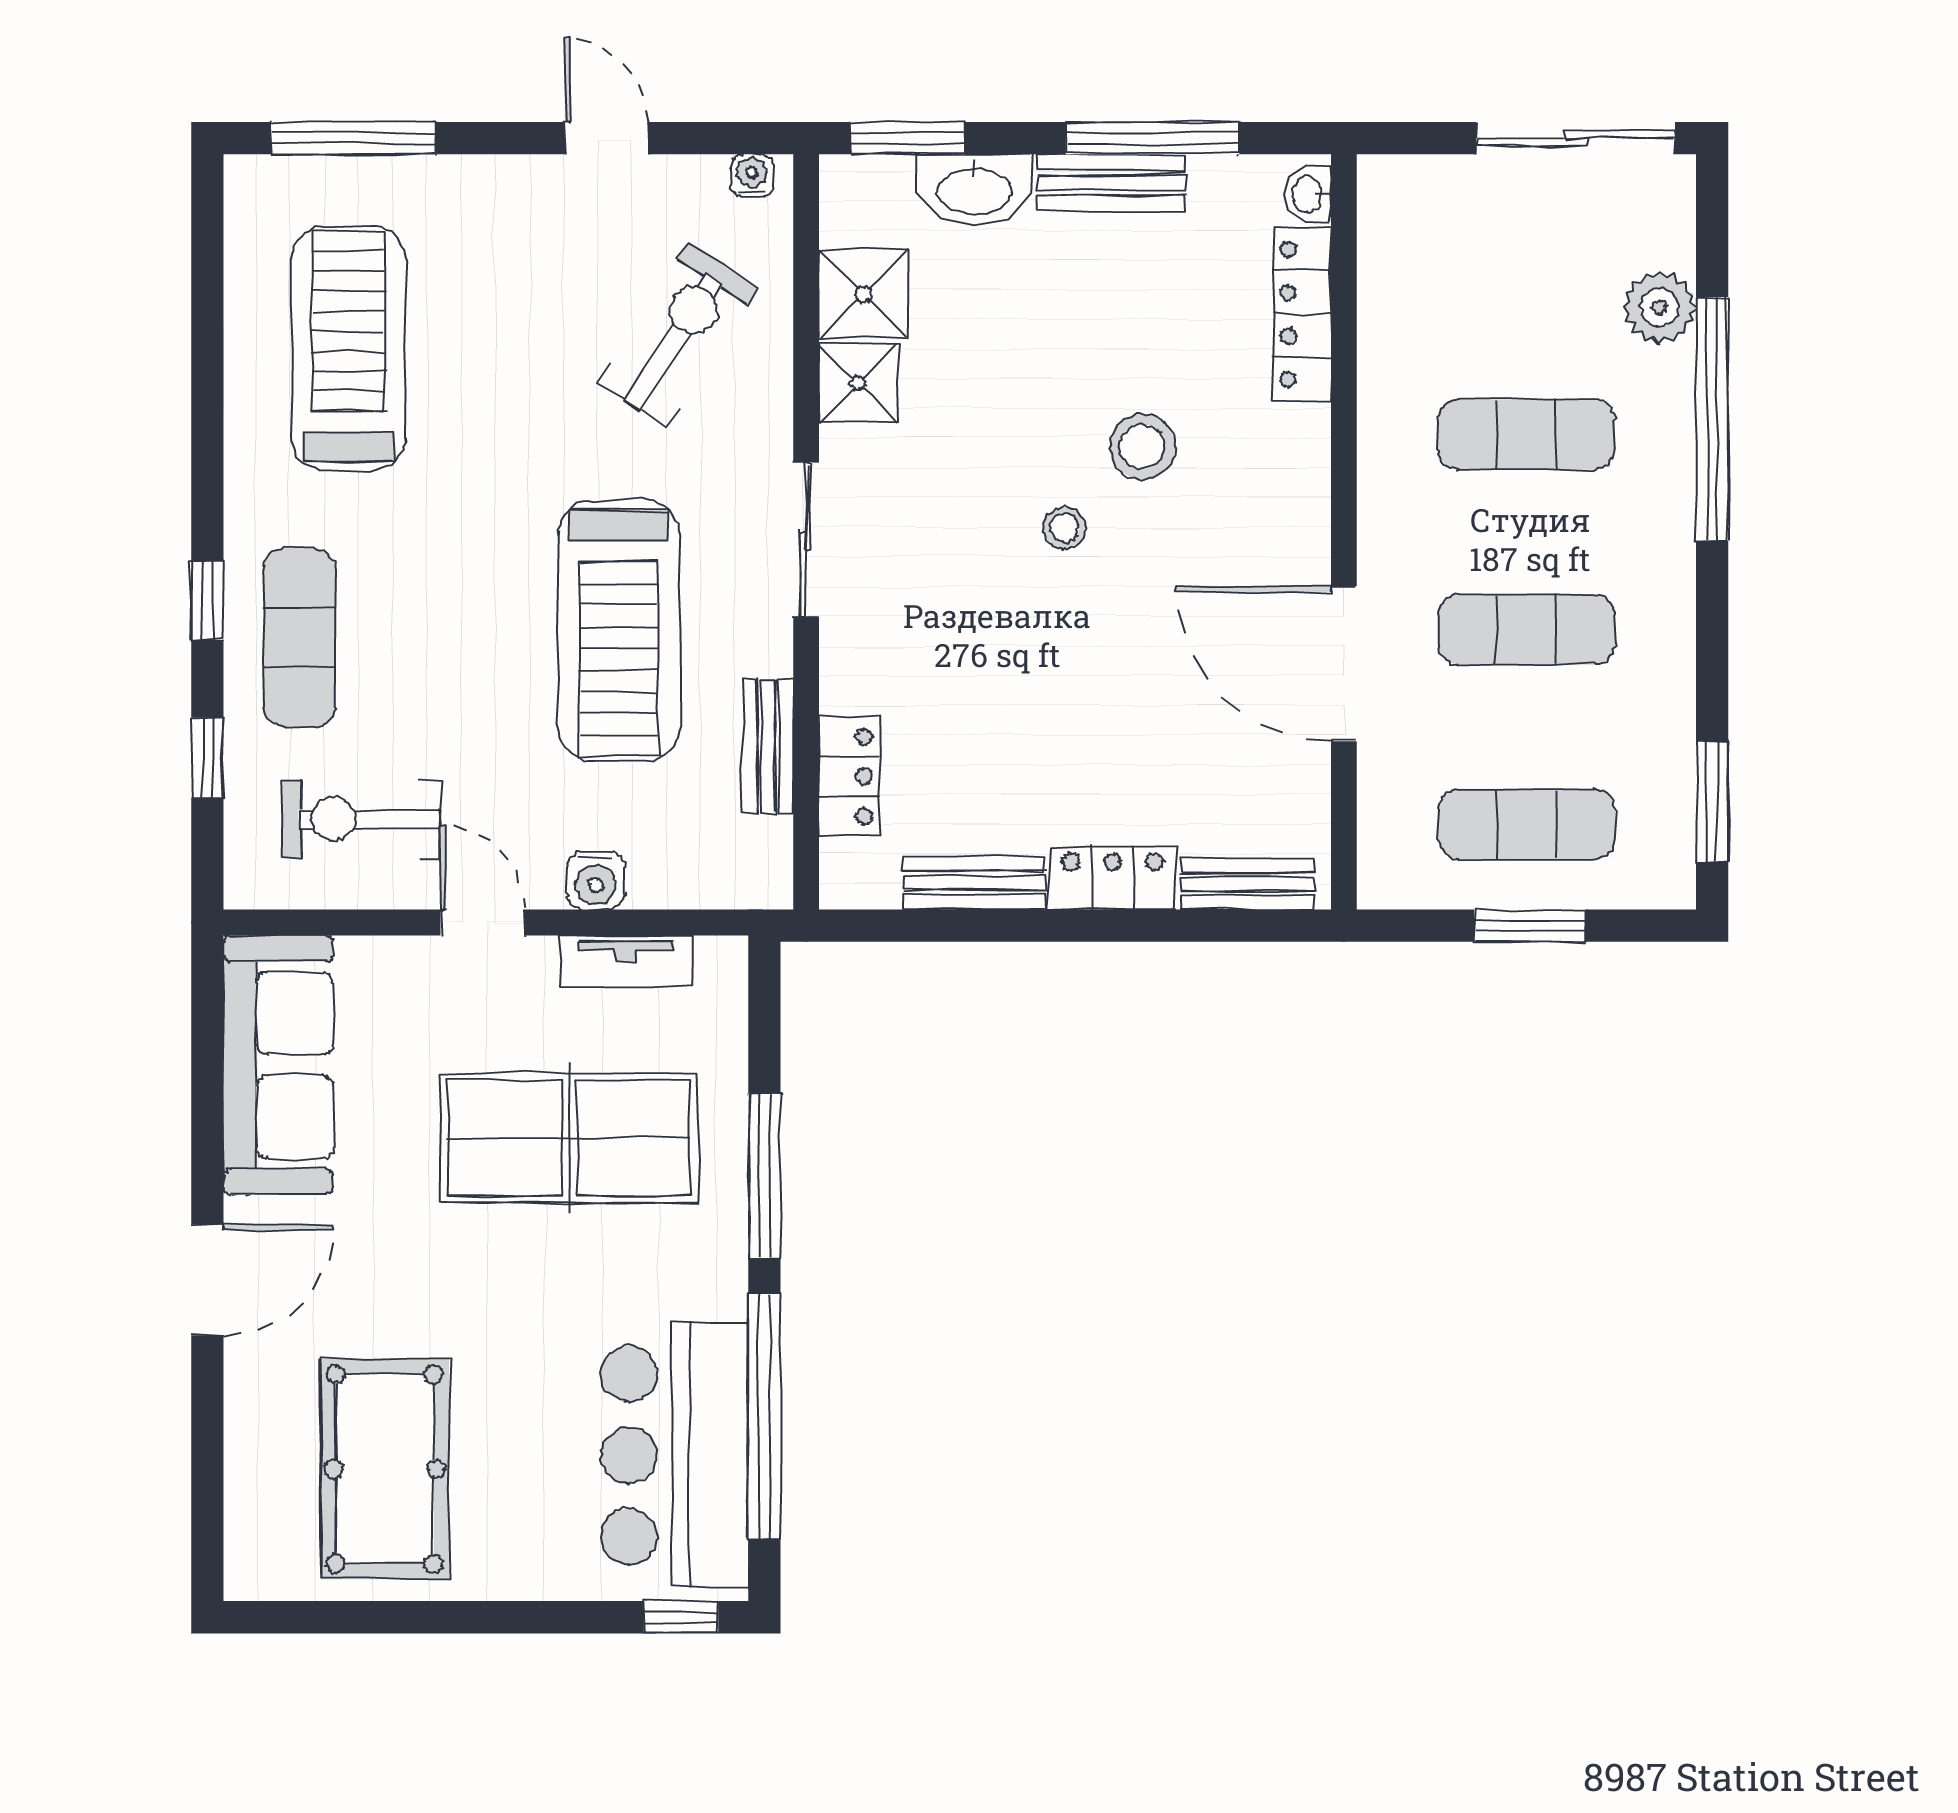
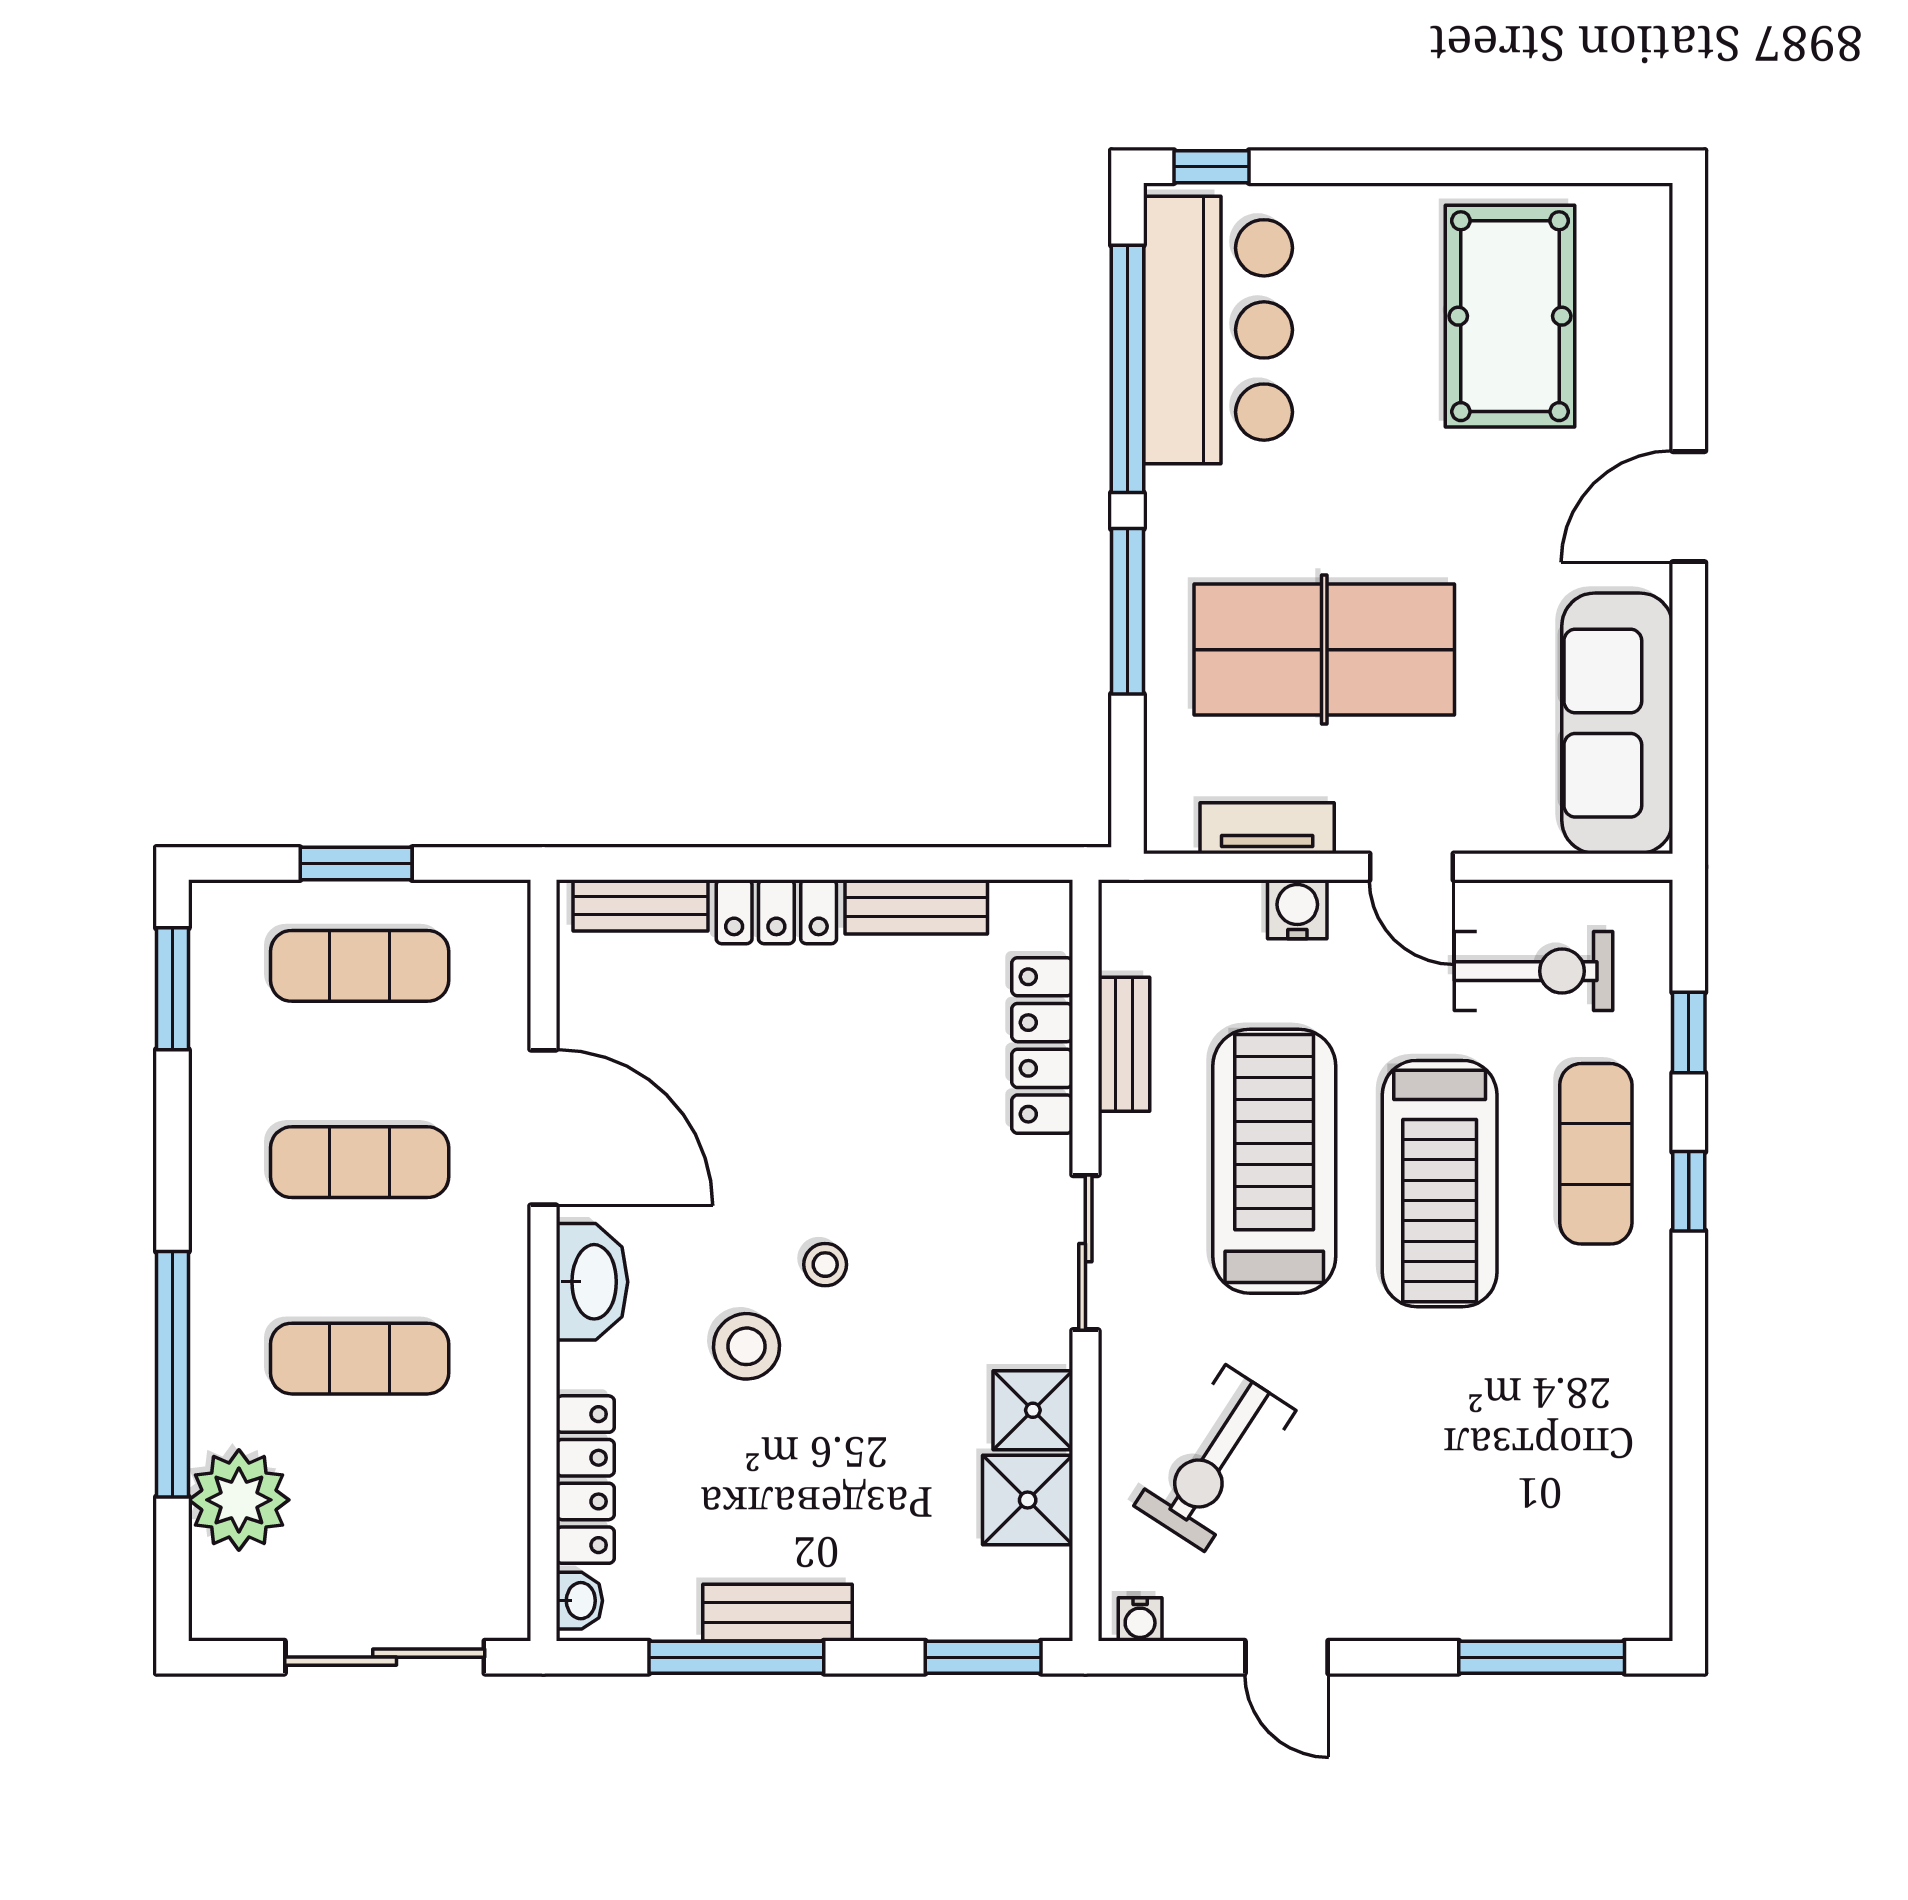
sliding door: (1576, 138) -> (385, 1657), moved
washbasin: (975, 189) -> (592, 1282), moved, turned 90
plant: (1659, 307) -> (239, 1500), width x1.36, depth x1.36
treadmill: (348, 348) -> (1440, 1184), moved
locker: (849, 777) -> (1042, 1045), width x1.53

